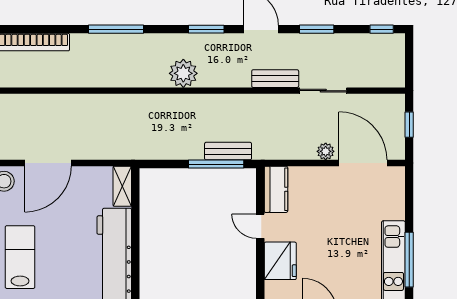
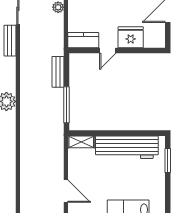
door: (48, 163) -> (66, 191), width x0.73
window: (216, 164) -> (67, 105), moved

